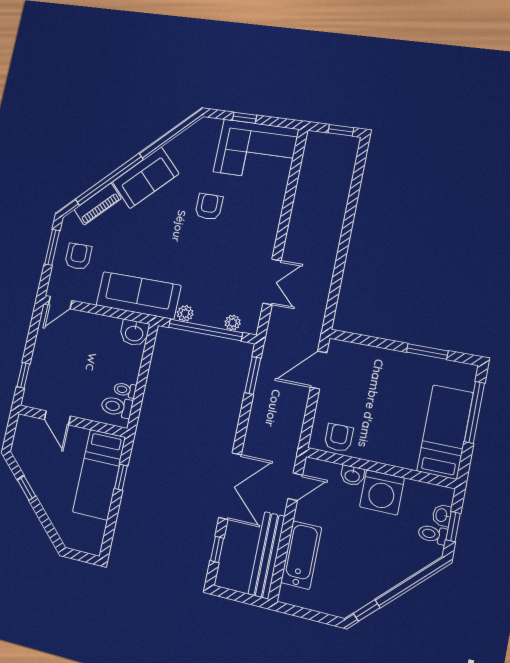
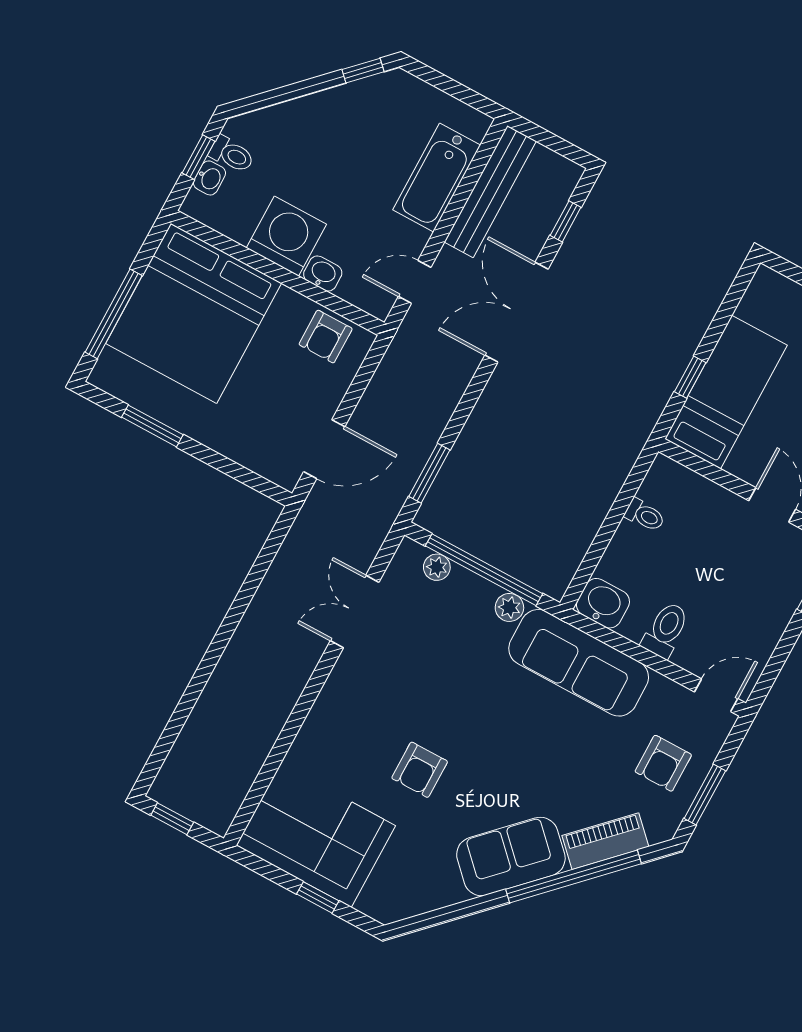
toilet: (117, 407) -> (666, 630), moved, turned -90
bed: (445, 432) -> (194, 313), width x2.04

